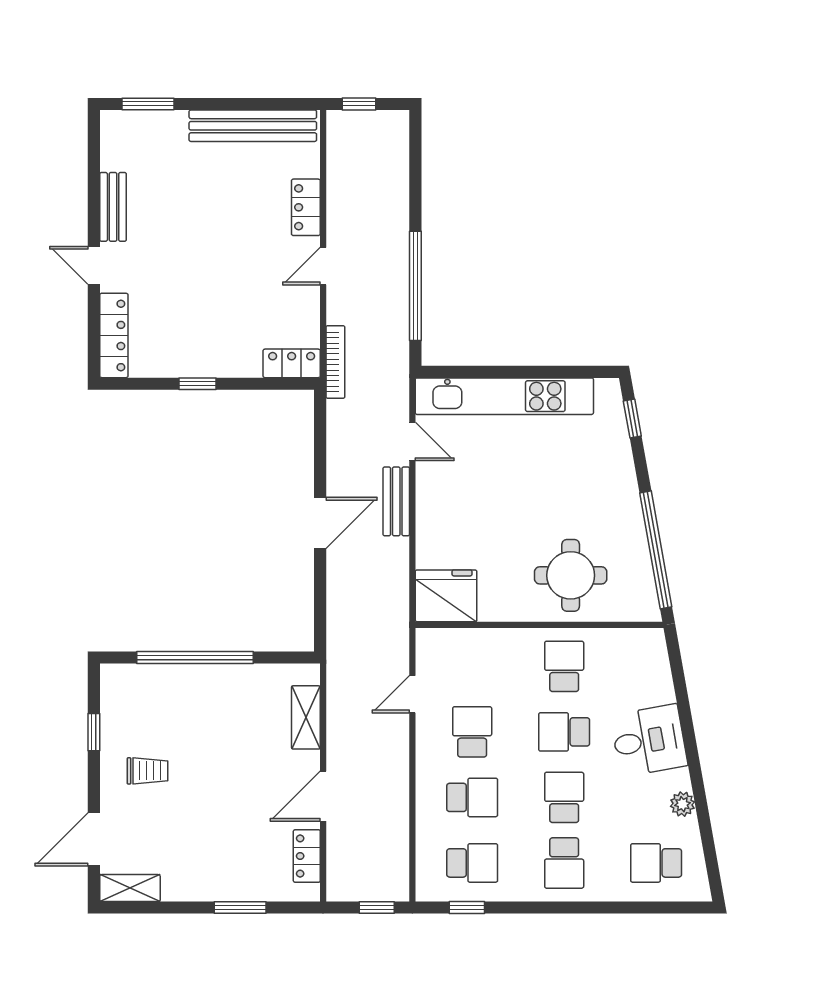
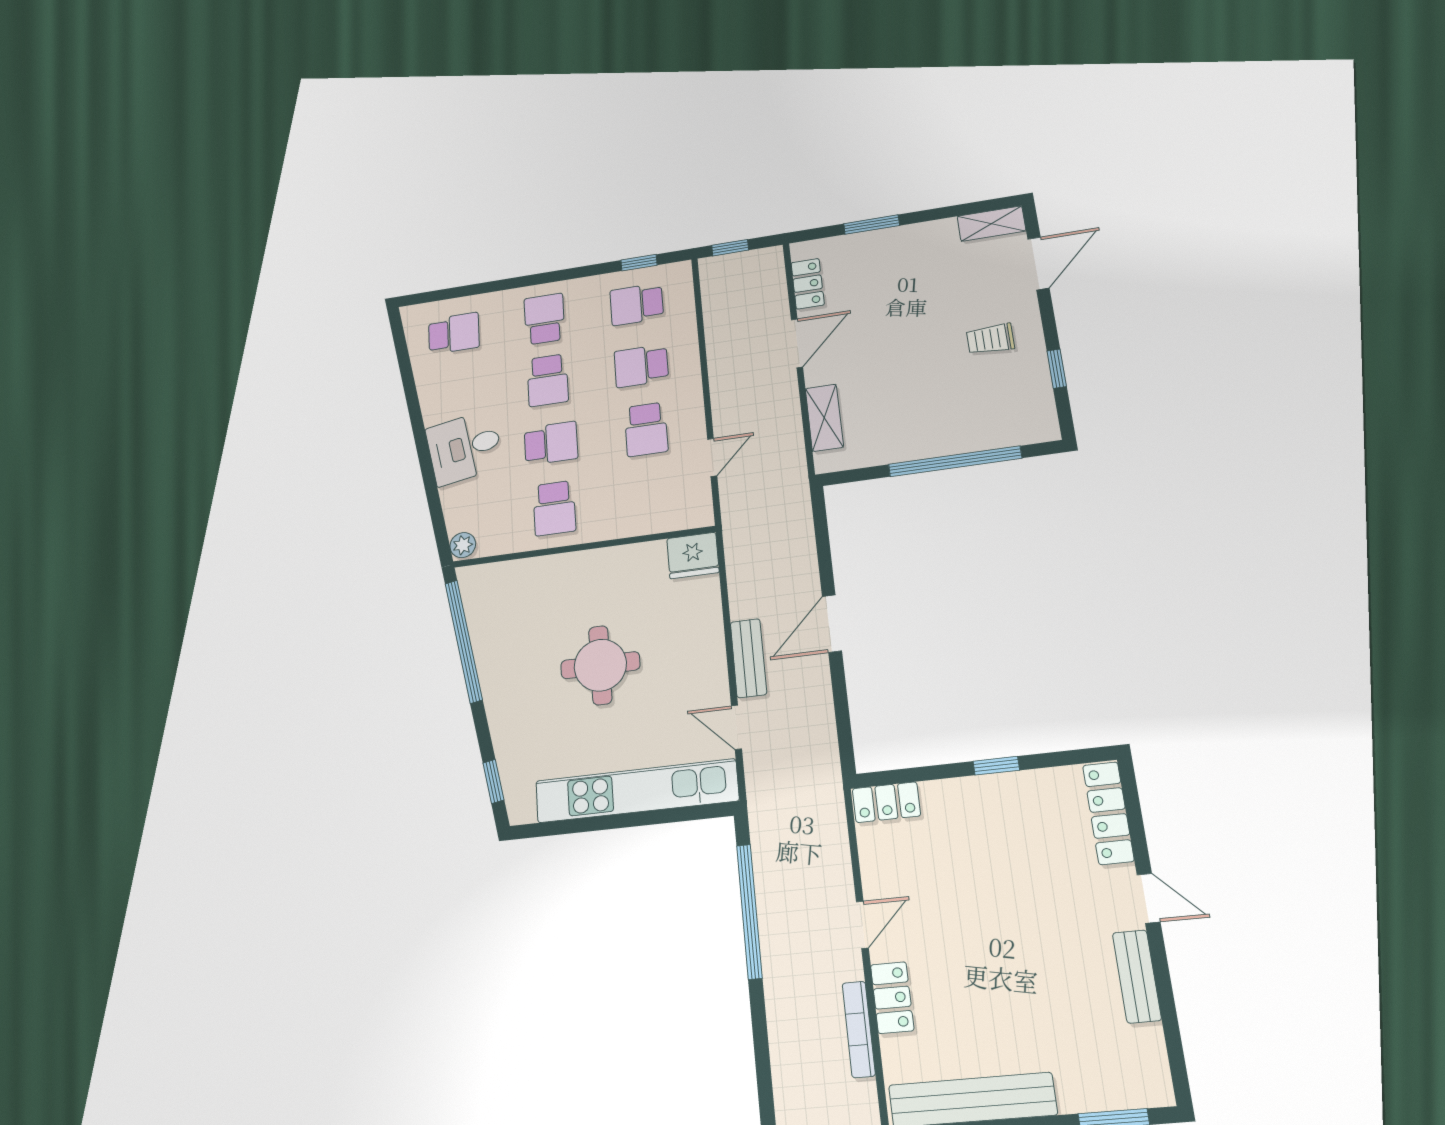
bookcase: (335, 362) -> (859, 1029), moved
round table: (571, 575) -> (600, 665), moved
fridge: (446, 596) -> (693, 555), width x0.73, depth x0.75
plant: (682, 804) -> (463, 545), moved

